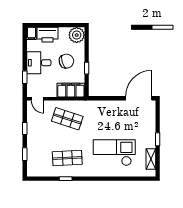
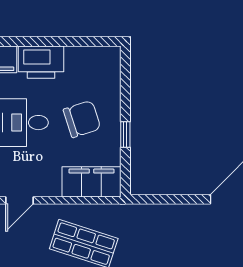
plant: (77, 35) -> (104, 63), removed
door: (38, 99) -> (20, 200), hinge flipped

